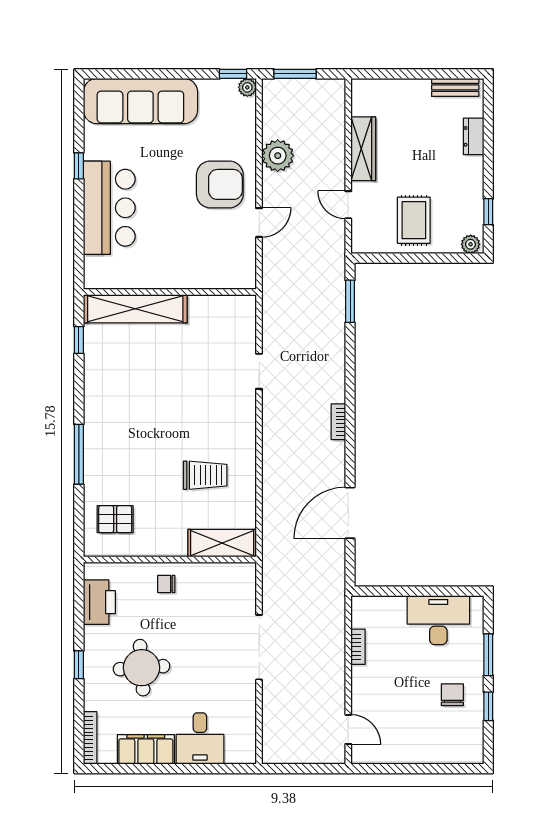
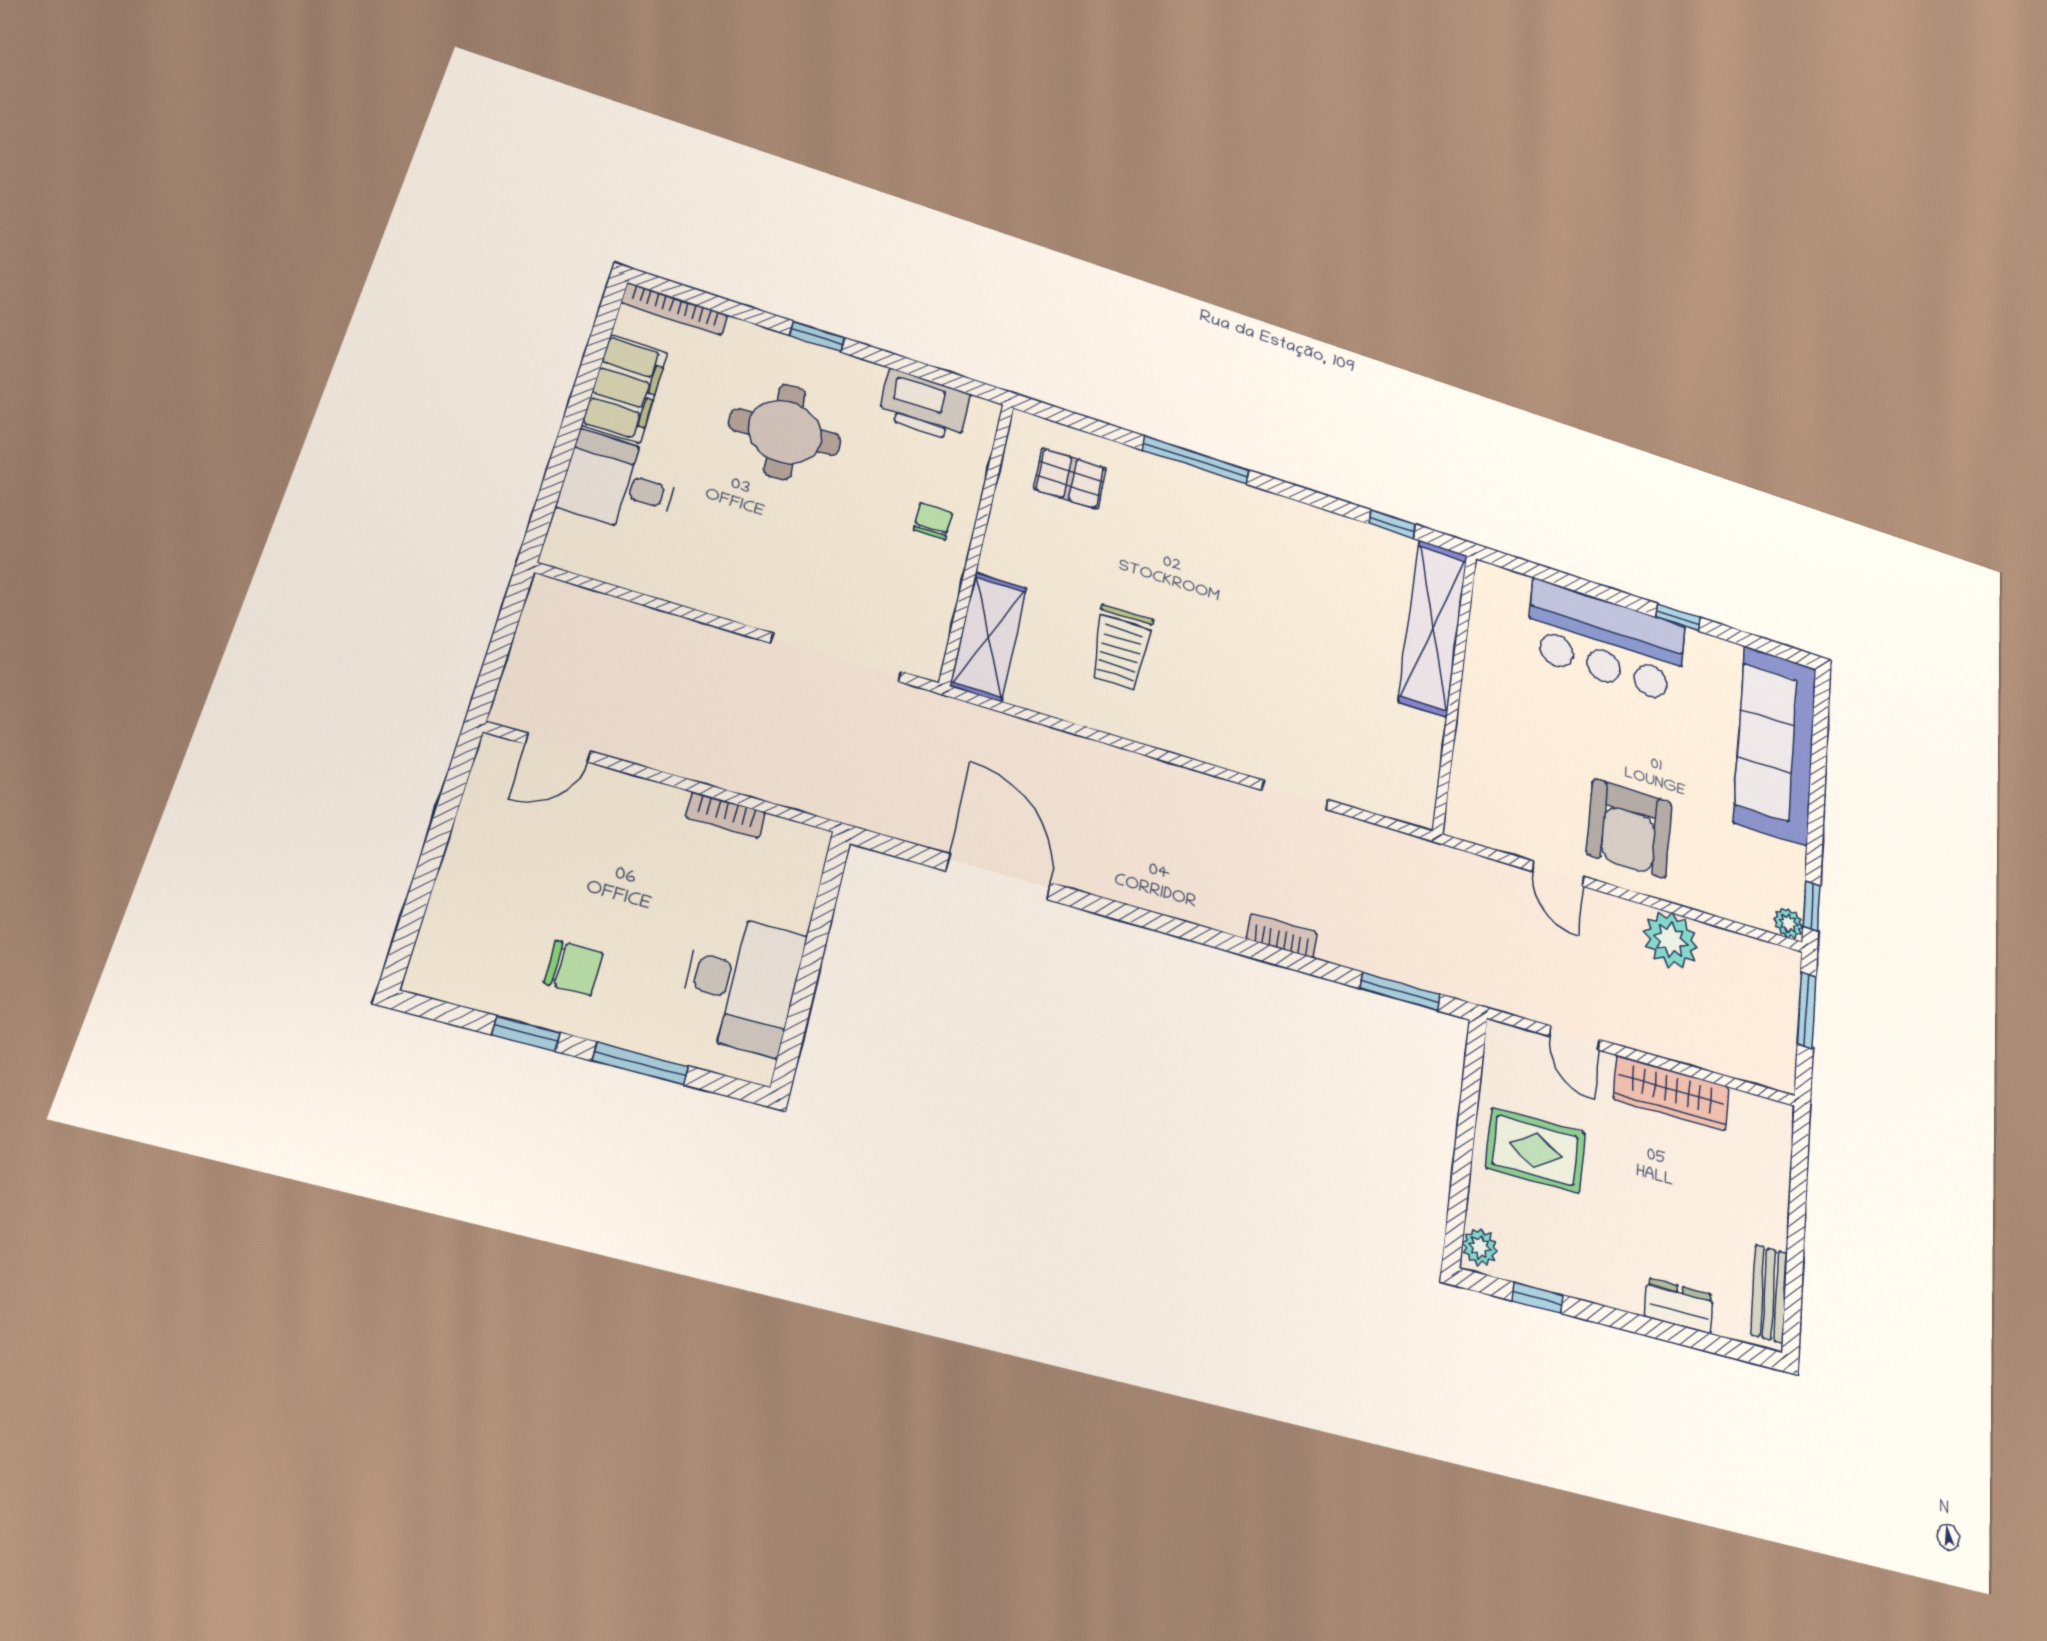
door: (348, 205) -> (1575, 1038), swing flipped
bookcase: (338, 422) -> (1282, 936), moved
pallet: (115, 519) -> (1070, 478), turned 90
doorway: (259, 647) -> (836, 657), moved

